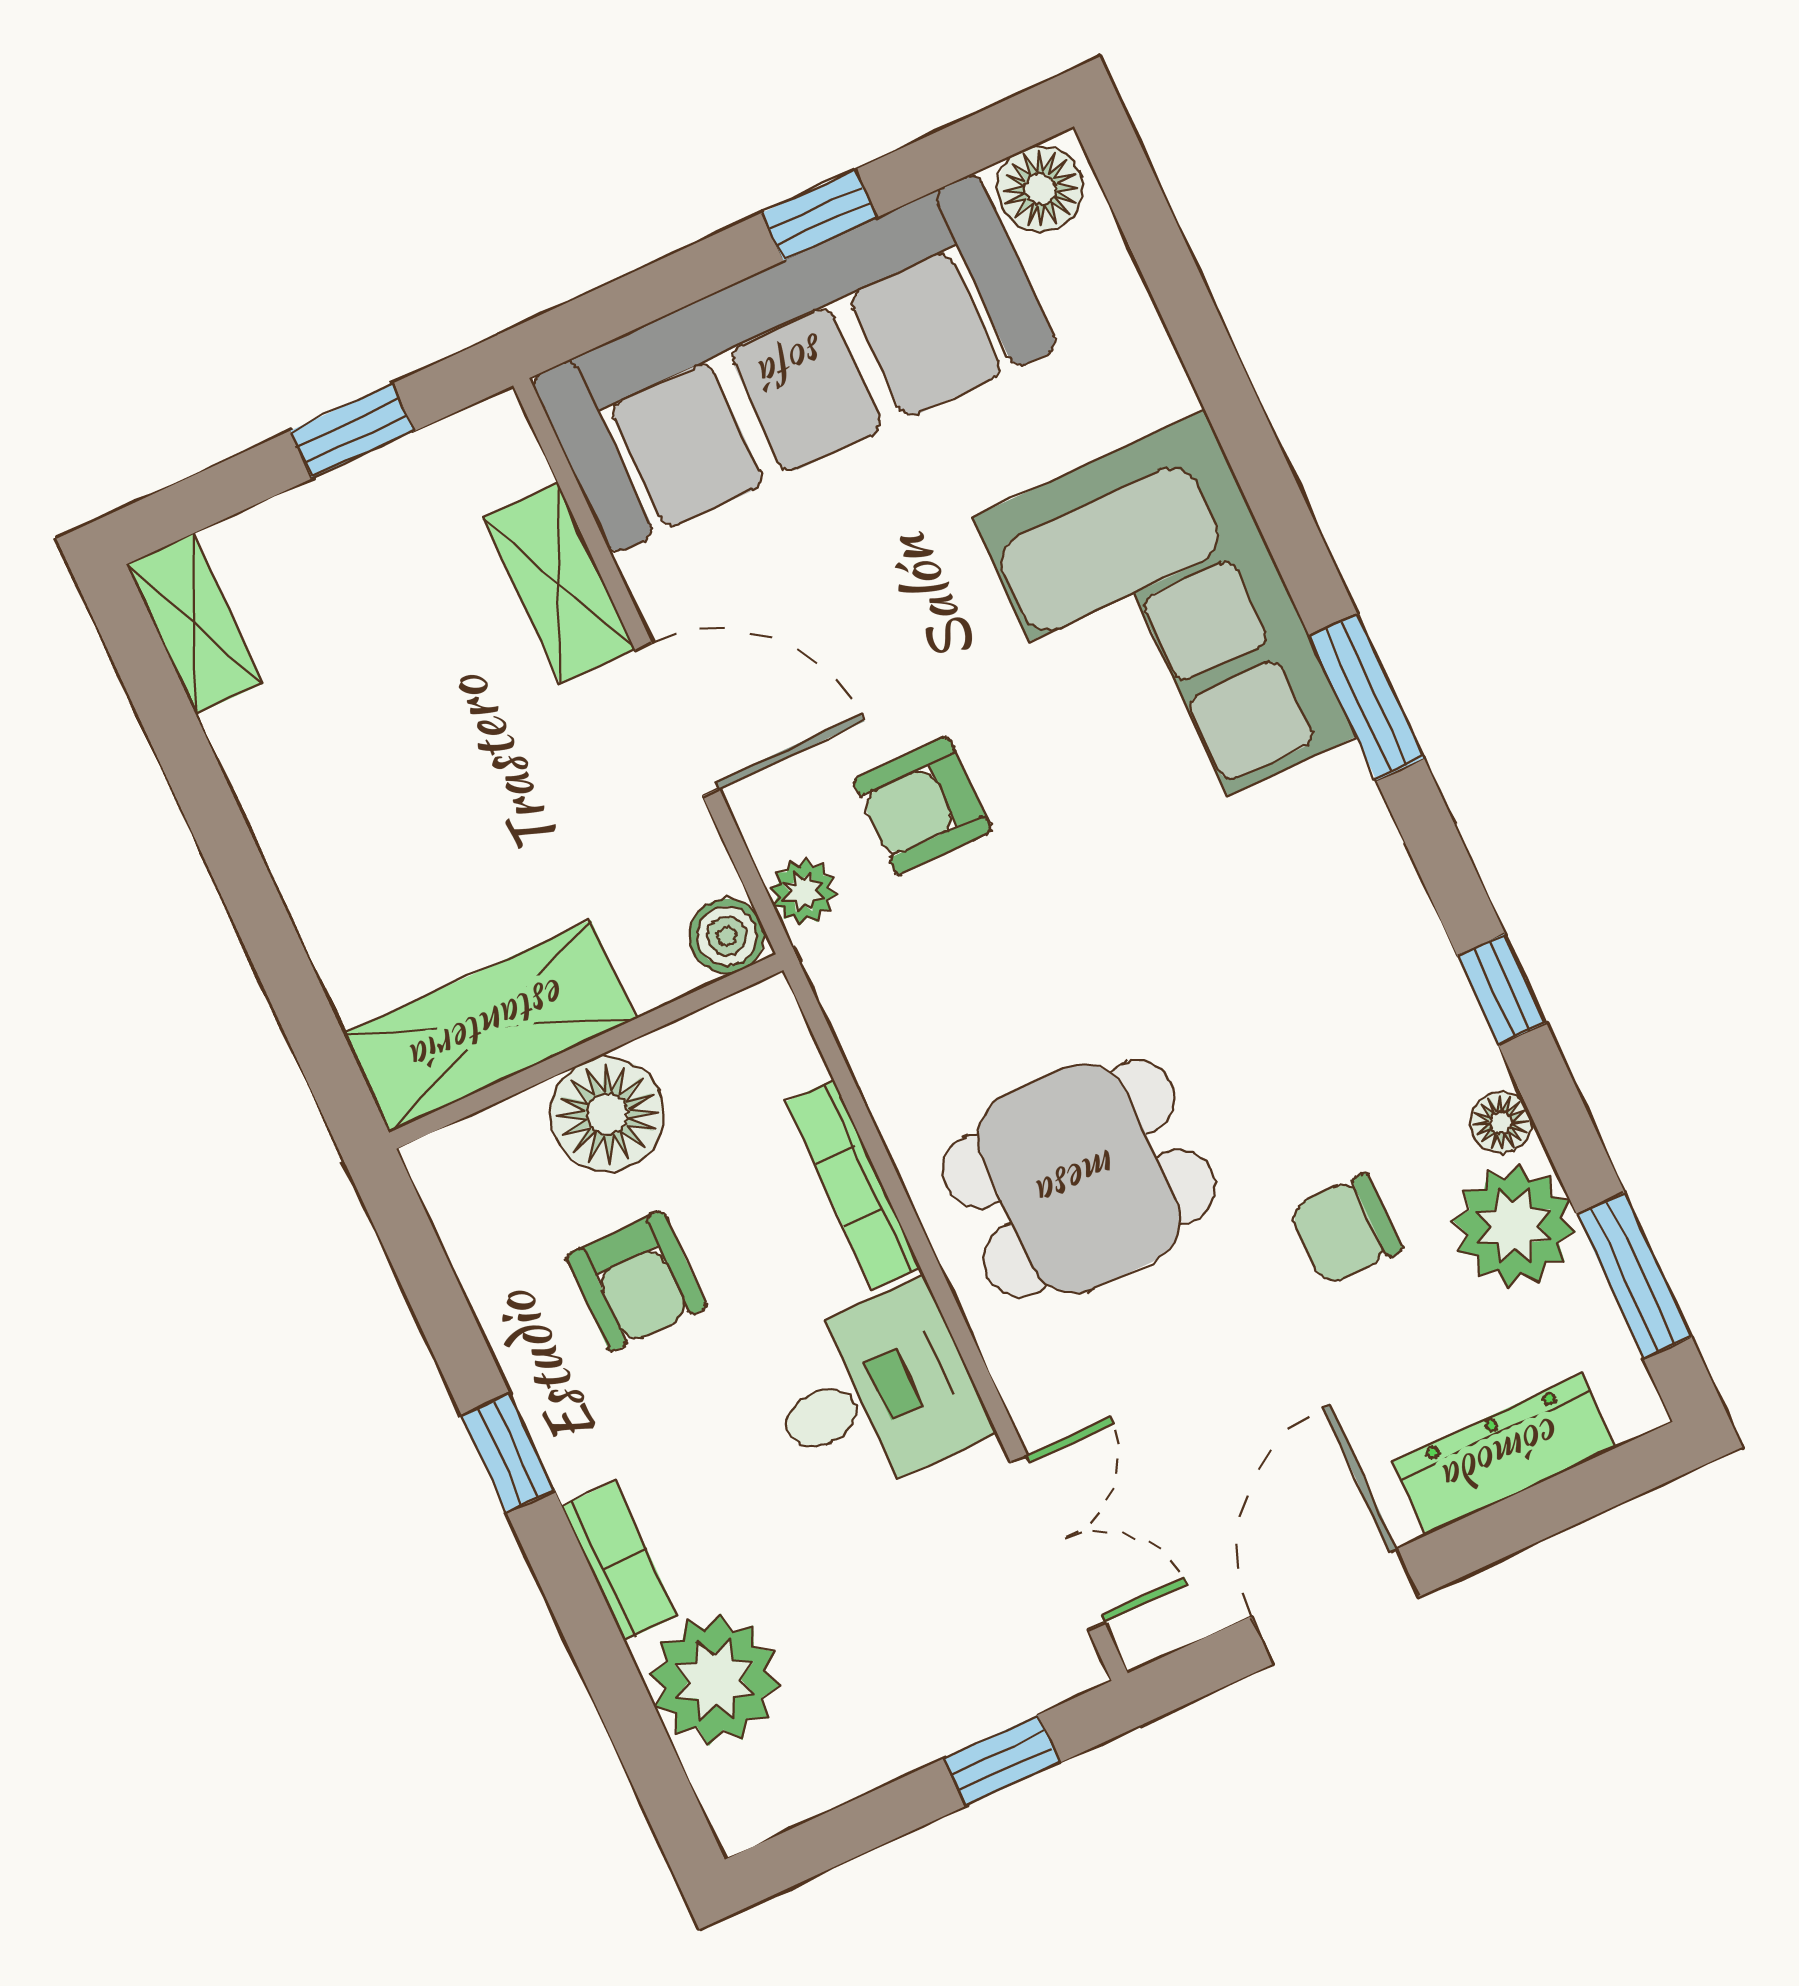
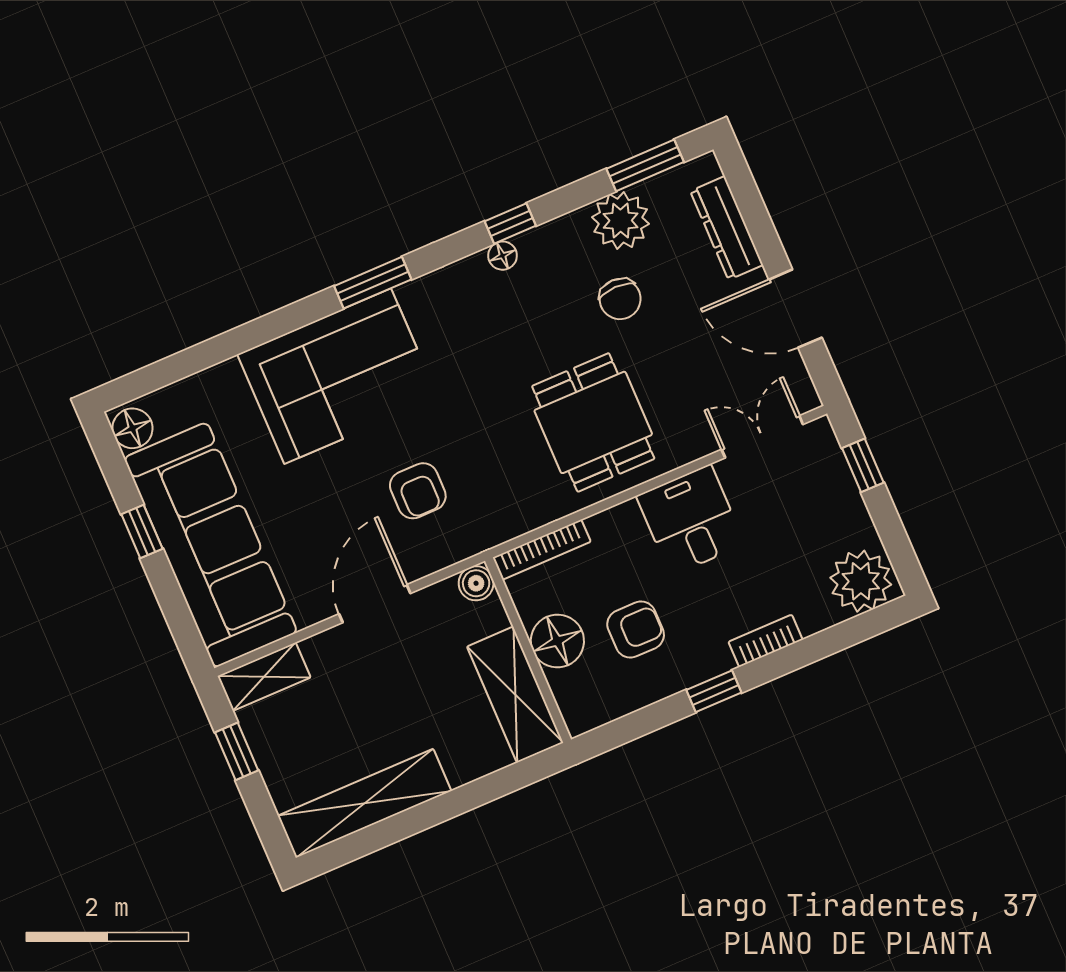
shelving: (559, 583) -> (264, 677), moved
shelving: (195, 624) -> (365, 803), width x2.20, depth x1.33
plant: (803, 892) -> (456, 547), removed
floor lamp: (1501, 1123) -> (503, 256), moved
bookcase: (853, 1185) -> (542, 550), moved
plant: (715, 1680) -> (861, 581), moved

